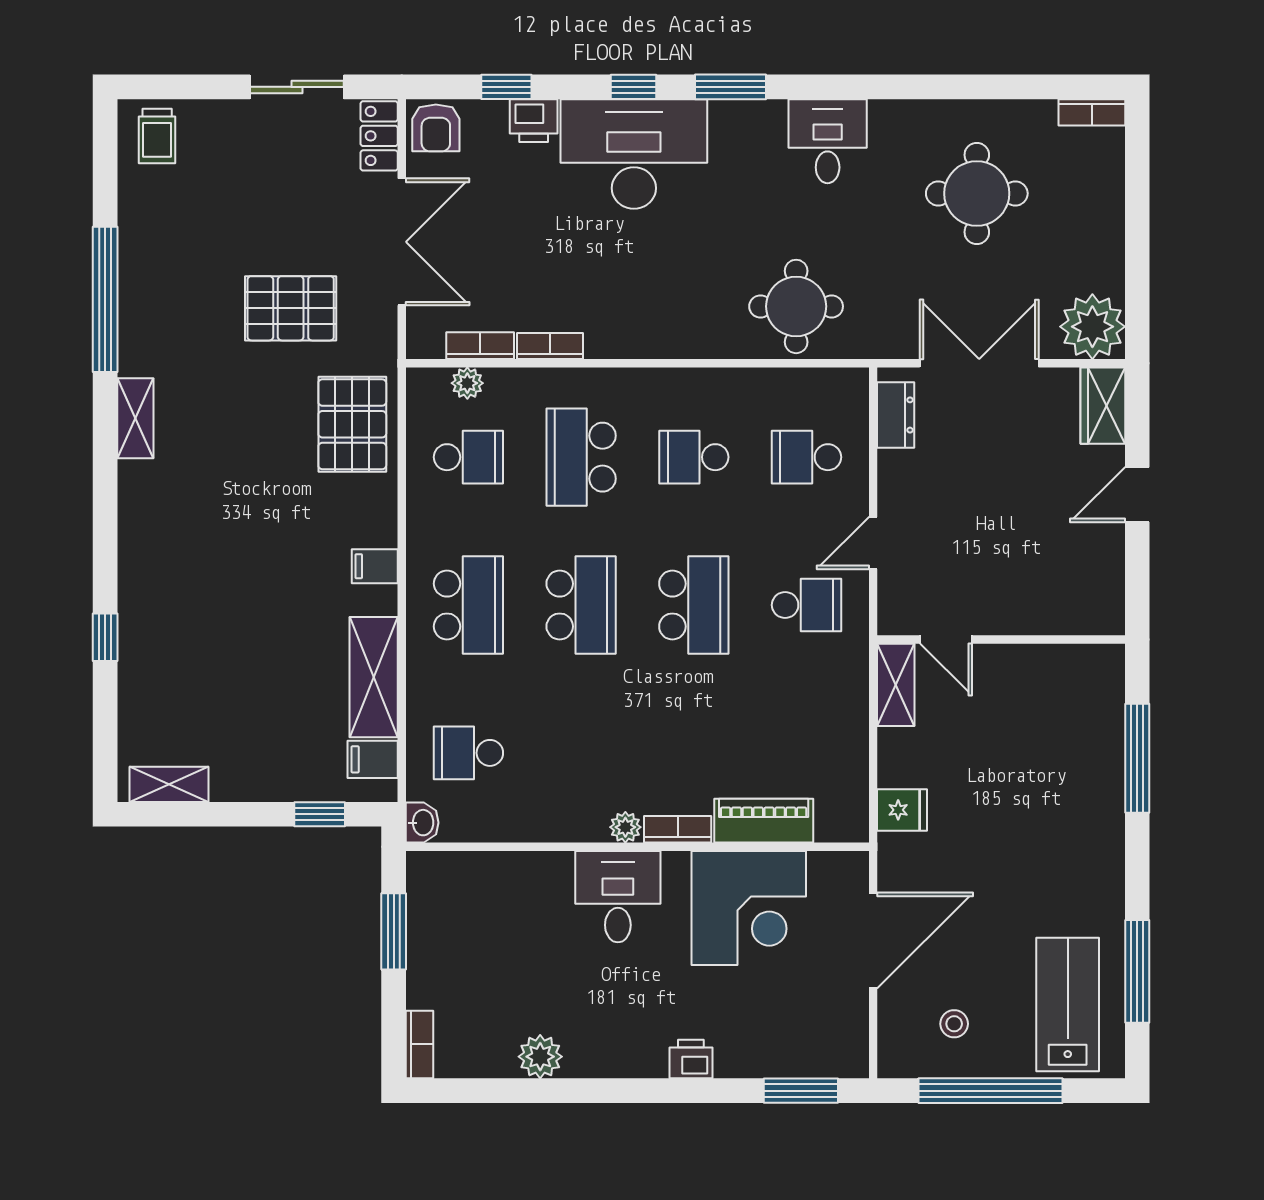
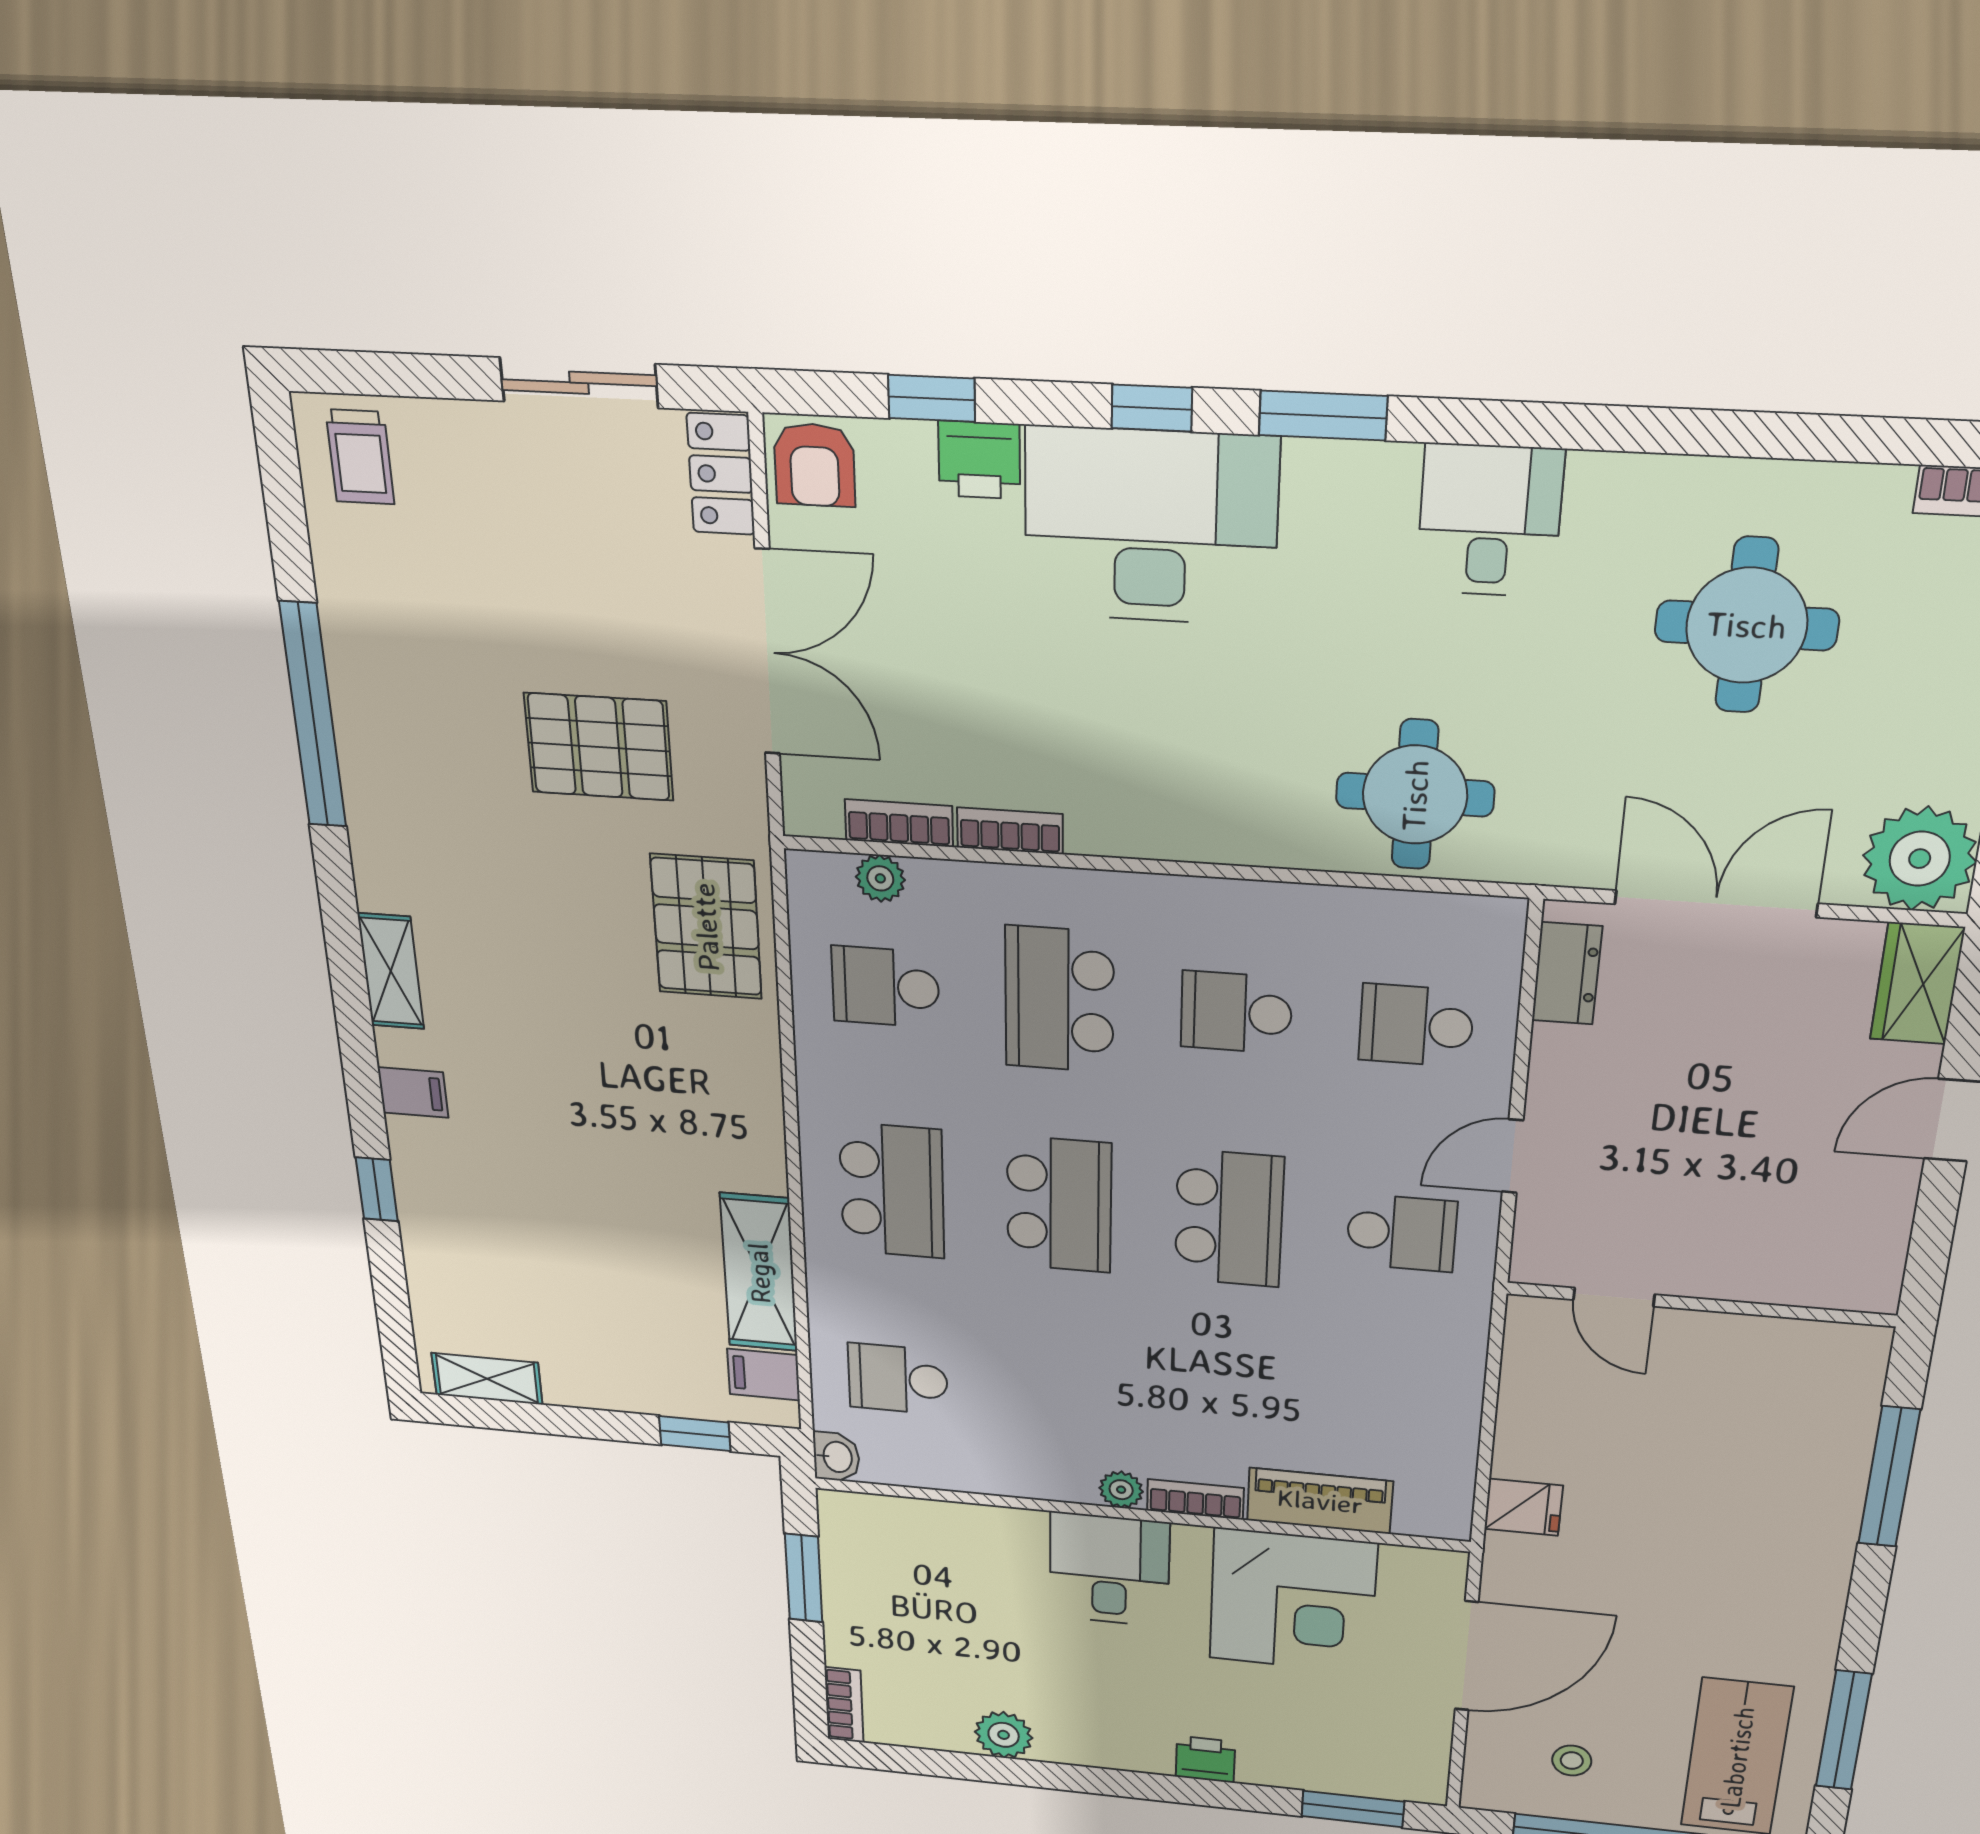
shelving: (135, 418) -> (391, 971), moved
school desk: (468, 457) -> (885, 987), turned 180
filing cabinet: (375, 566) -> (413, 1092), moved, turned 180
shelving: (896, 685) -> (1530, 1350), removed

